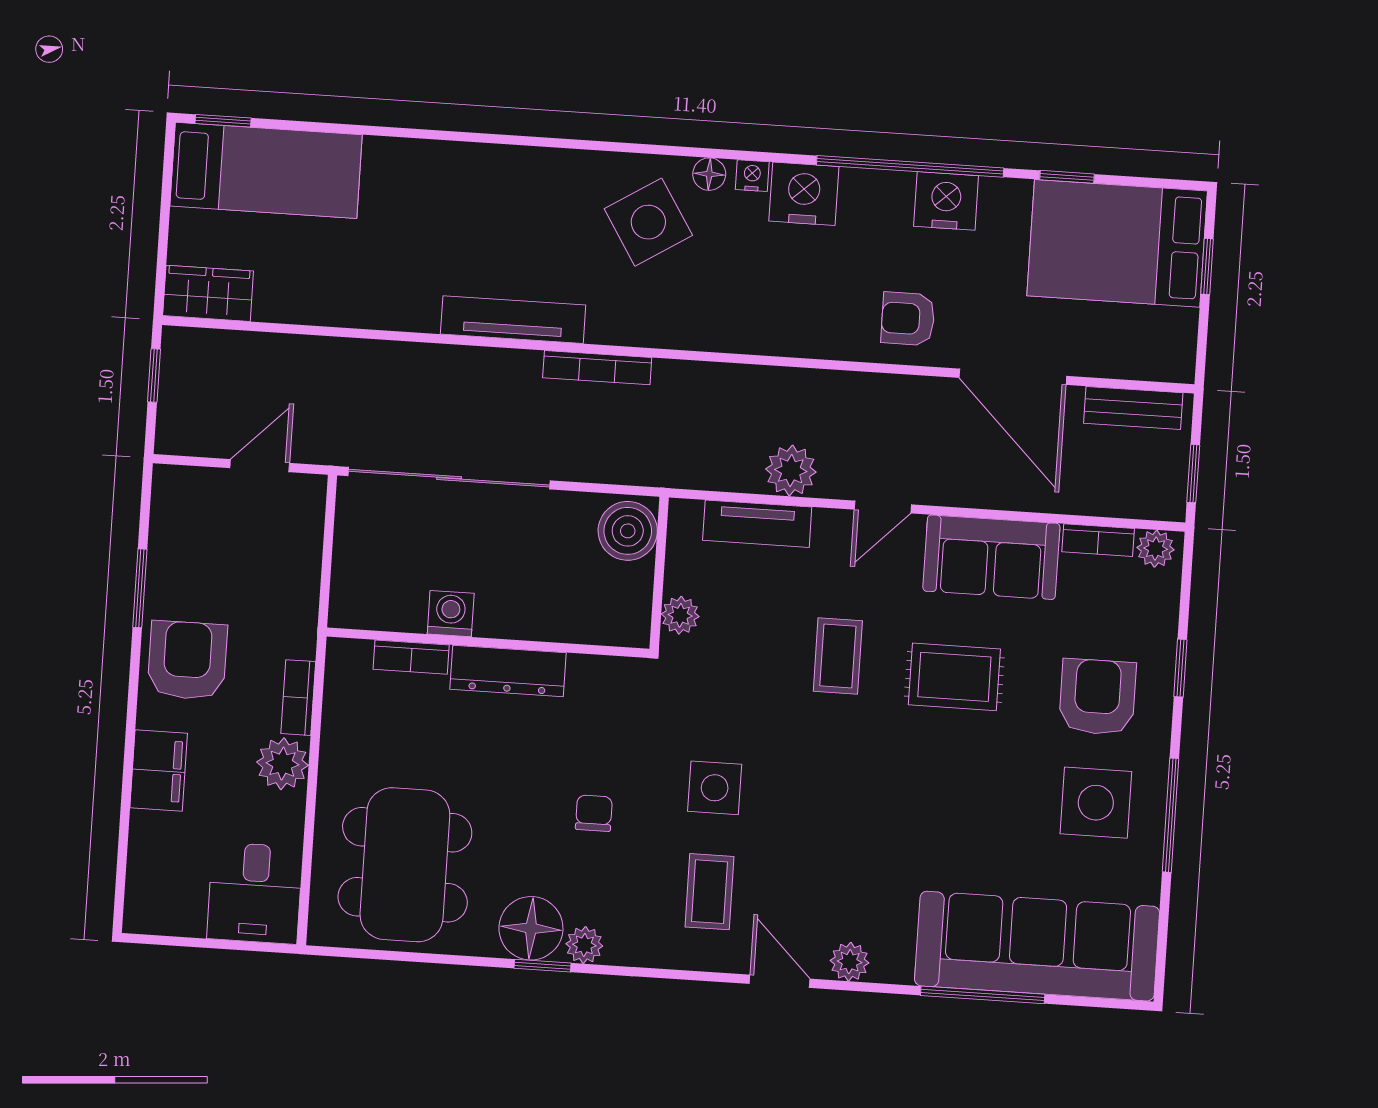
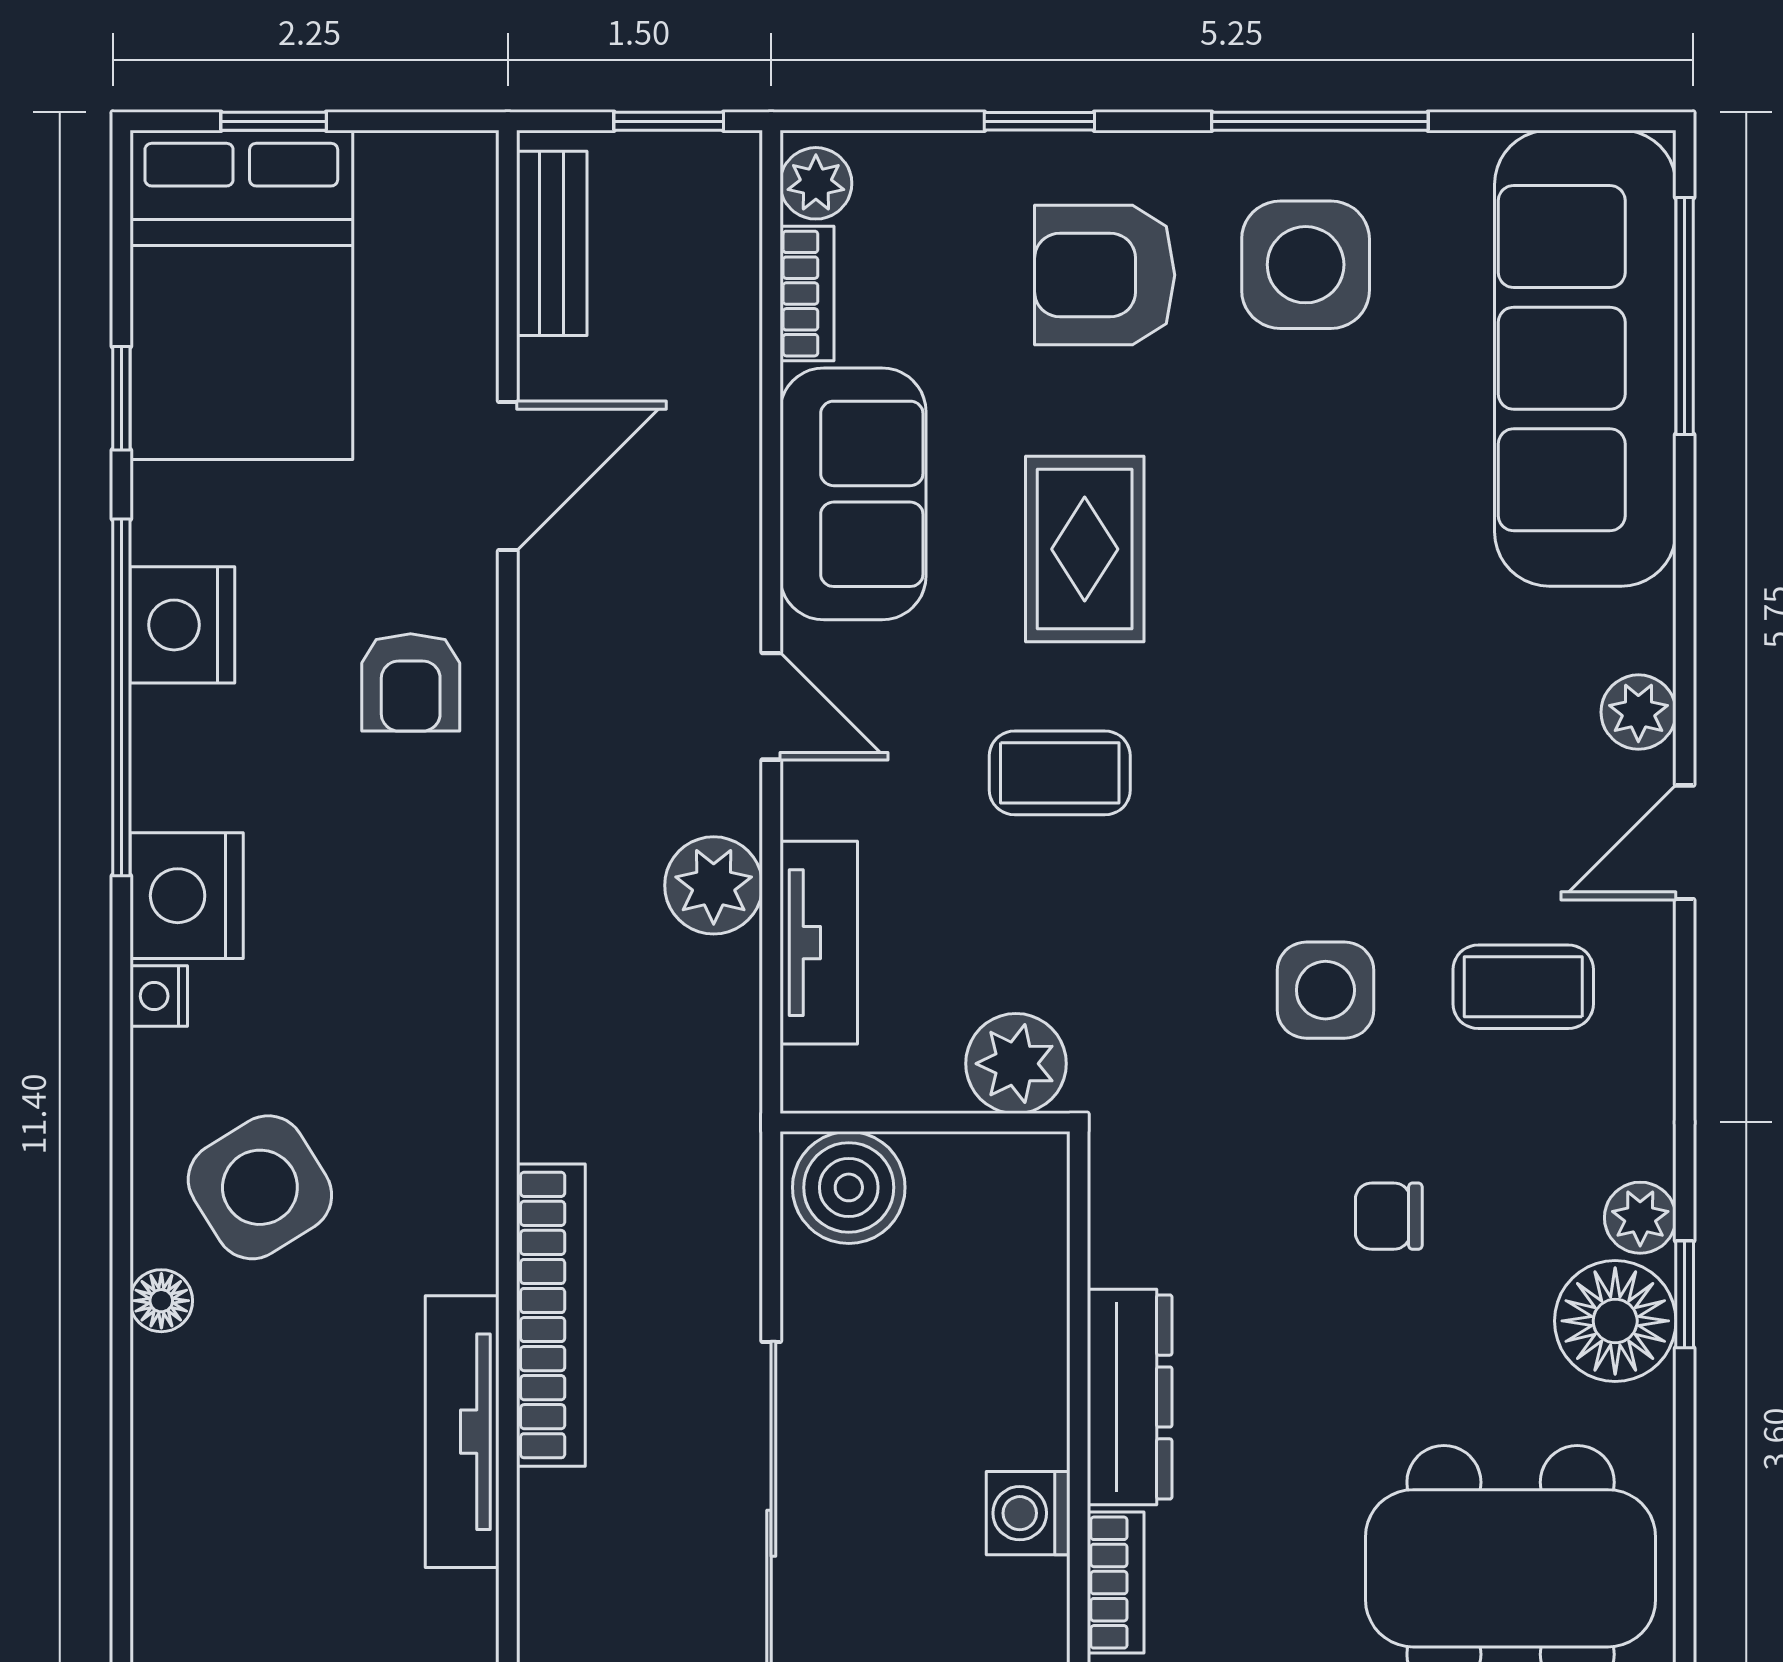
floor lamp: (709, 174) -> (161, 1301), moved
bookcase: (597, 368) -> (551, 1315), width x1.48, depth x1.31
door: (1013, 377) -> (508, 476), width x0.73
plant: (680, 615) -> (1016, 1064), width x1.38, depth x1.38
window: (983, 995) -> (1685, 316), moved

